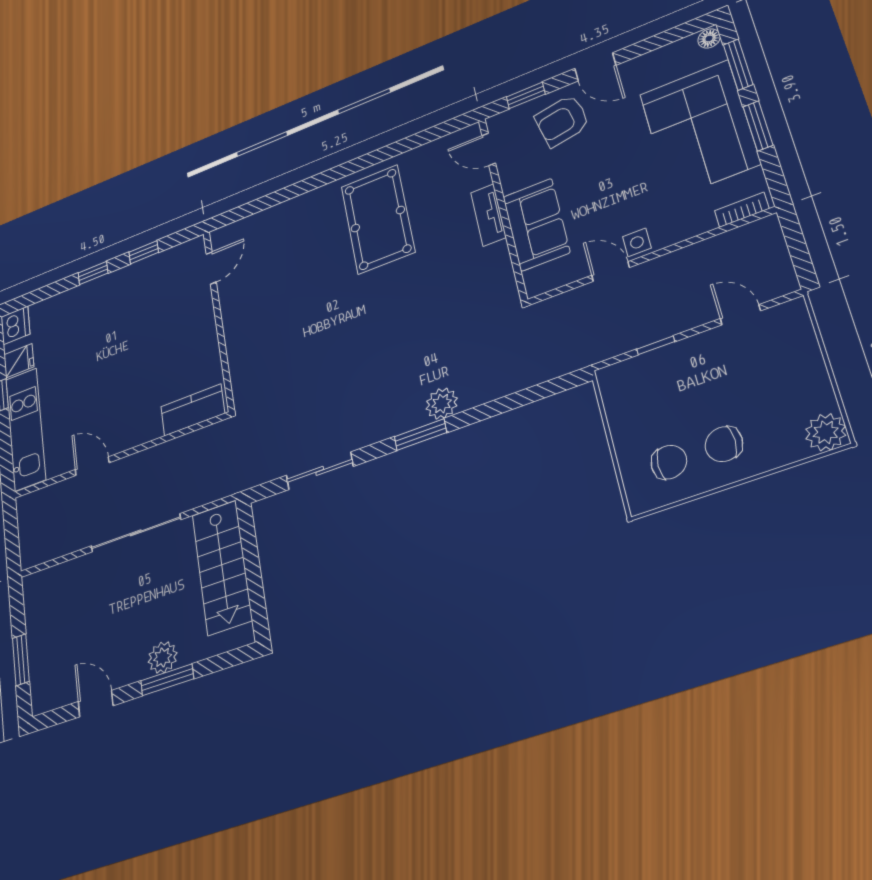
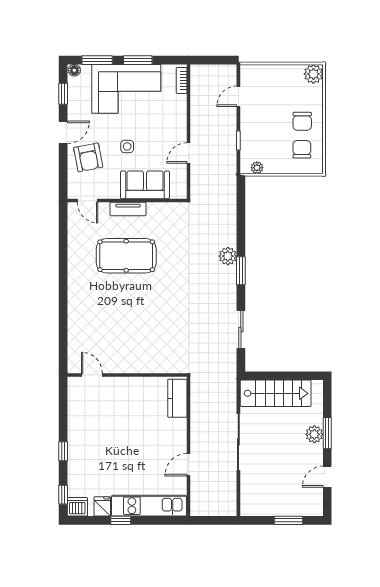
window: (526, 95) -> (63, 94), moved
door: (489, 149) -> (88, 201), hinge flipped
pool table: (378, 219) -> (126, 256), moved
side table: (637, 242) -> (127, 146), moved
window: (144, 252) -> (63, 495), moved
plant: (613, 395) -> (257, 168), added

